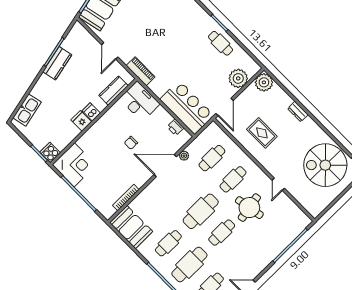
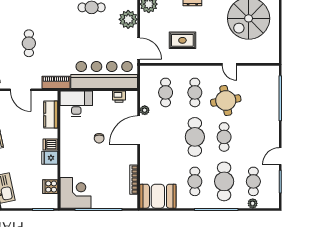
cafe table: (149, 23) -> (29, 43), added
bar counter: (187, 107) -> (104, 75), width x1.36
cooker: (50, 153) -> (50, 187), moved

